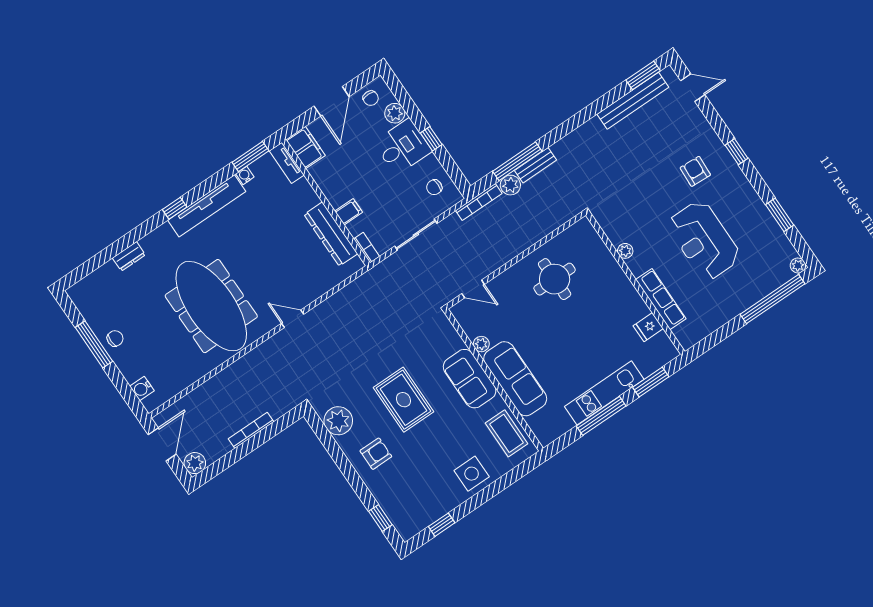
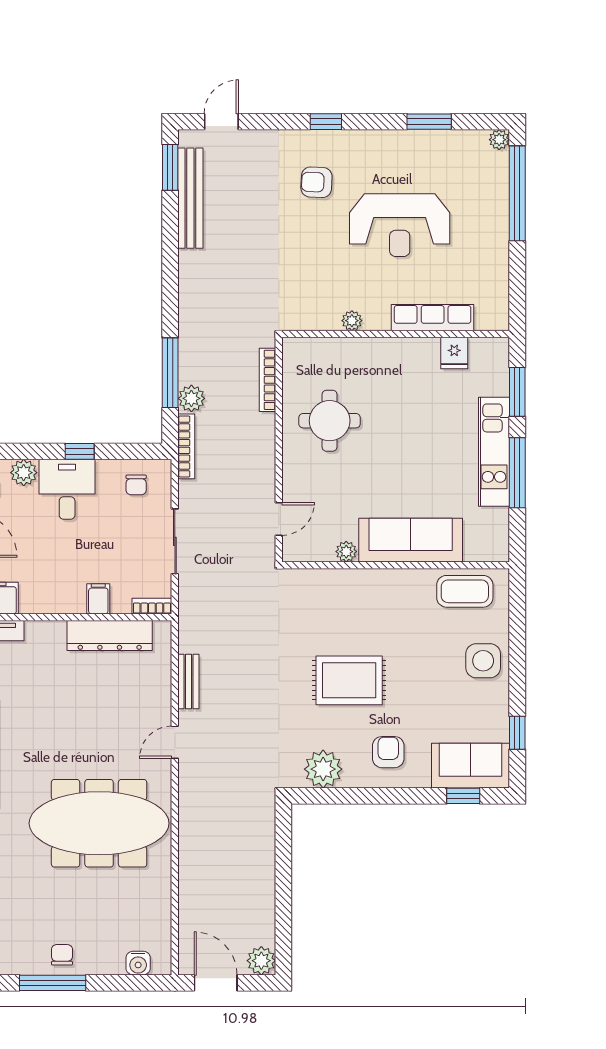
bench: (535, 165) -> (188, 682), moved
sofa: (470, 379) -> (471, 766), moved, turned 180
bookcase: (251, 430) -> (268, 380), moved

